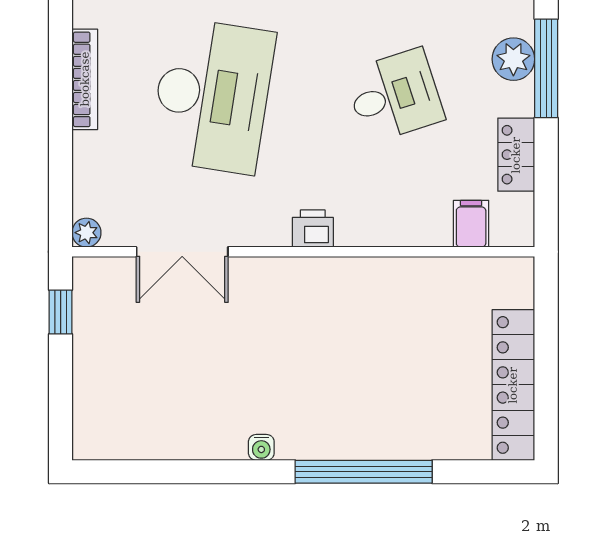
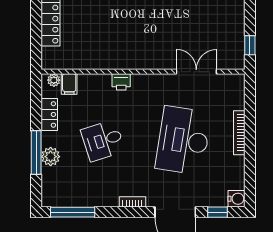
bookcase: (85, 79) -> (239, 133), moved
printer: (313, 229) -> (121, 82), moved
plant: (86, 233) -> (54, 80), moved

